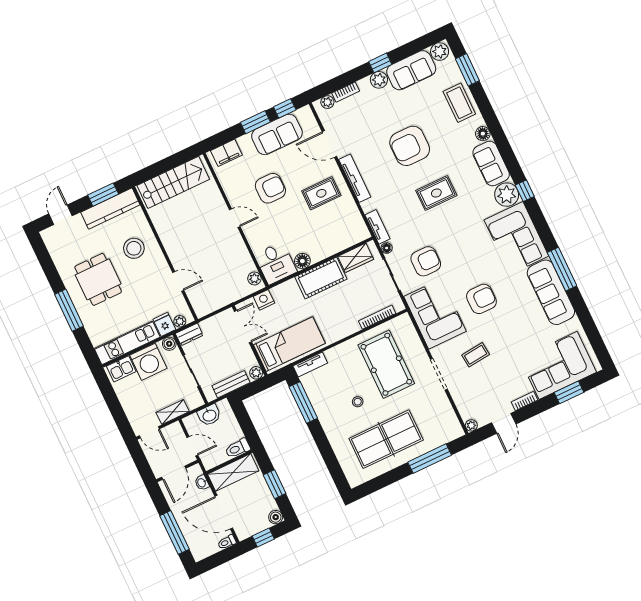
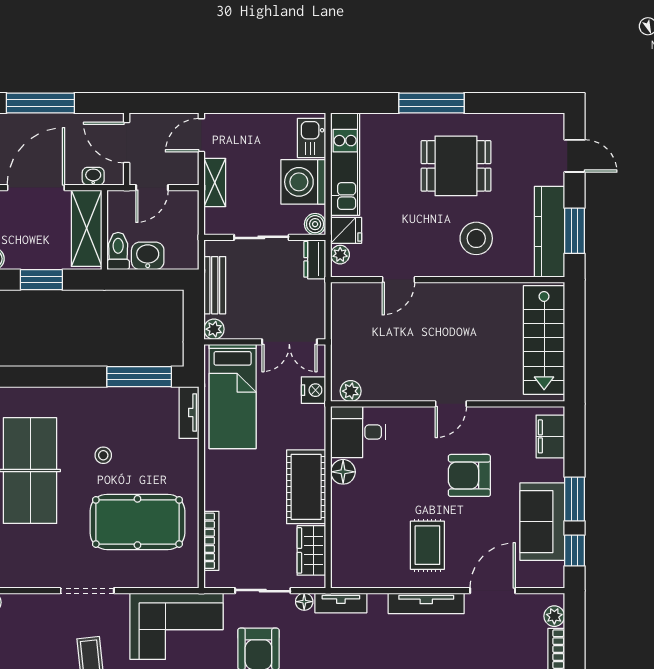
armchair: (270, 188) -> (469, 475), turned 90
washbasin: (209, 415) -> (148, 256), moved, turned 90

